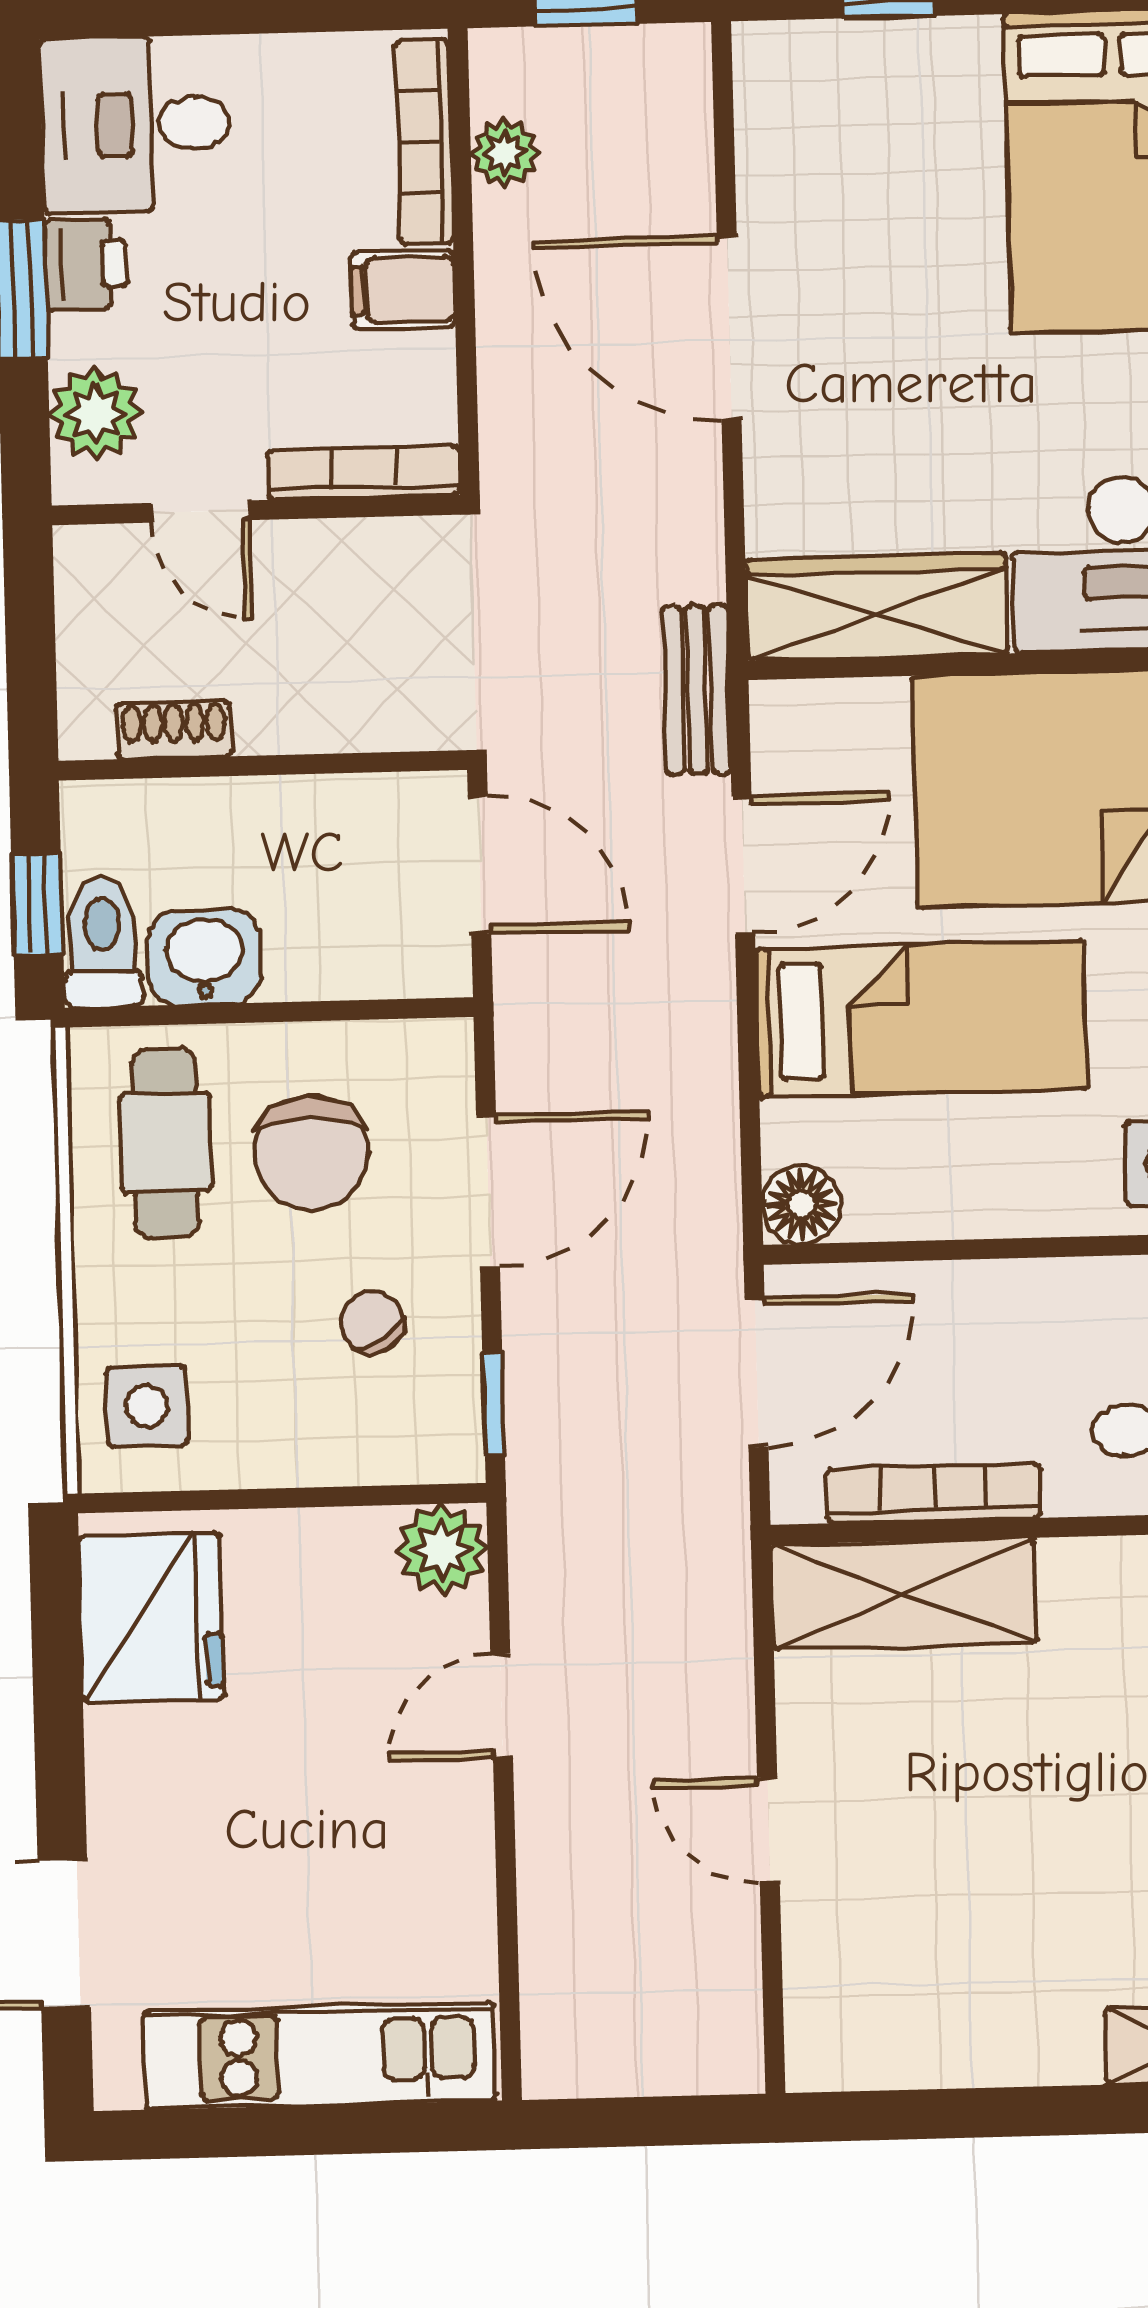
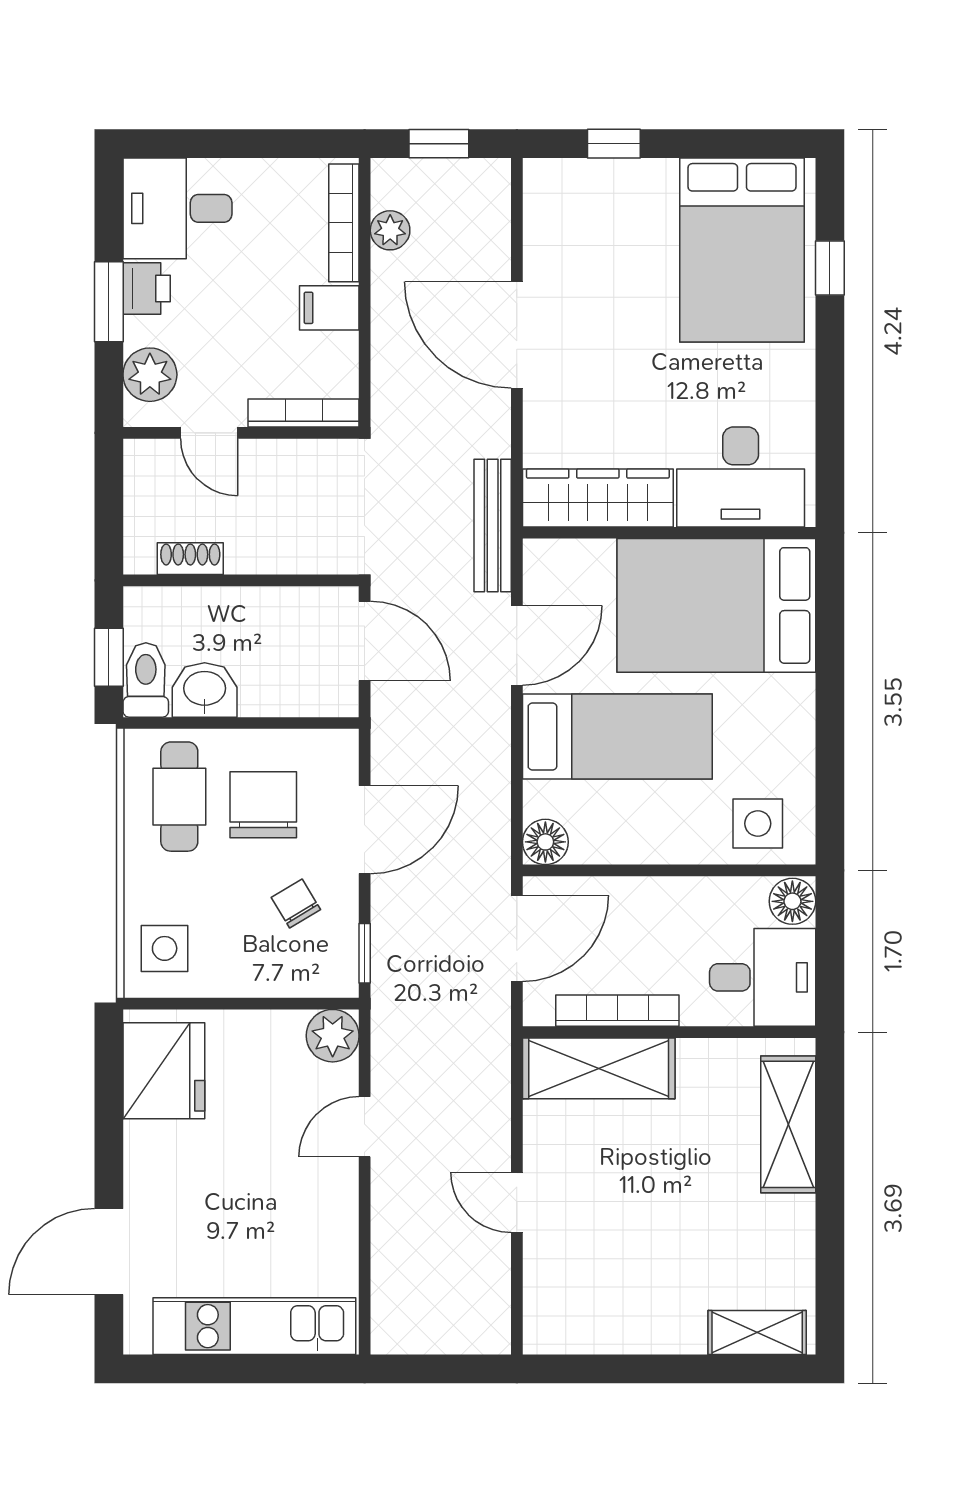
bench: (697, 690) -> (493, 525), width x1.36
chair: (311, 1153) -> (263, 805), turned 180

